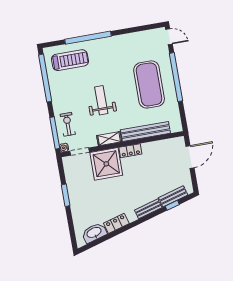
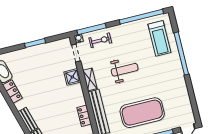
locker: (130, 151) -> (84, 116), moved
shower: (106, 164) -> (72, 77), width x0.54, depth x0.54

